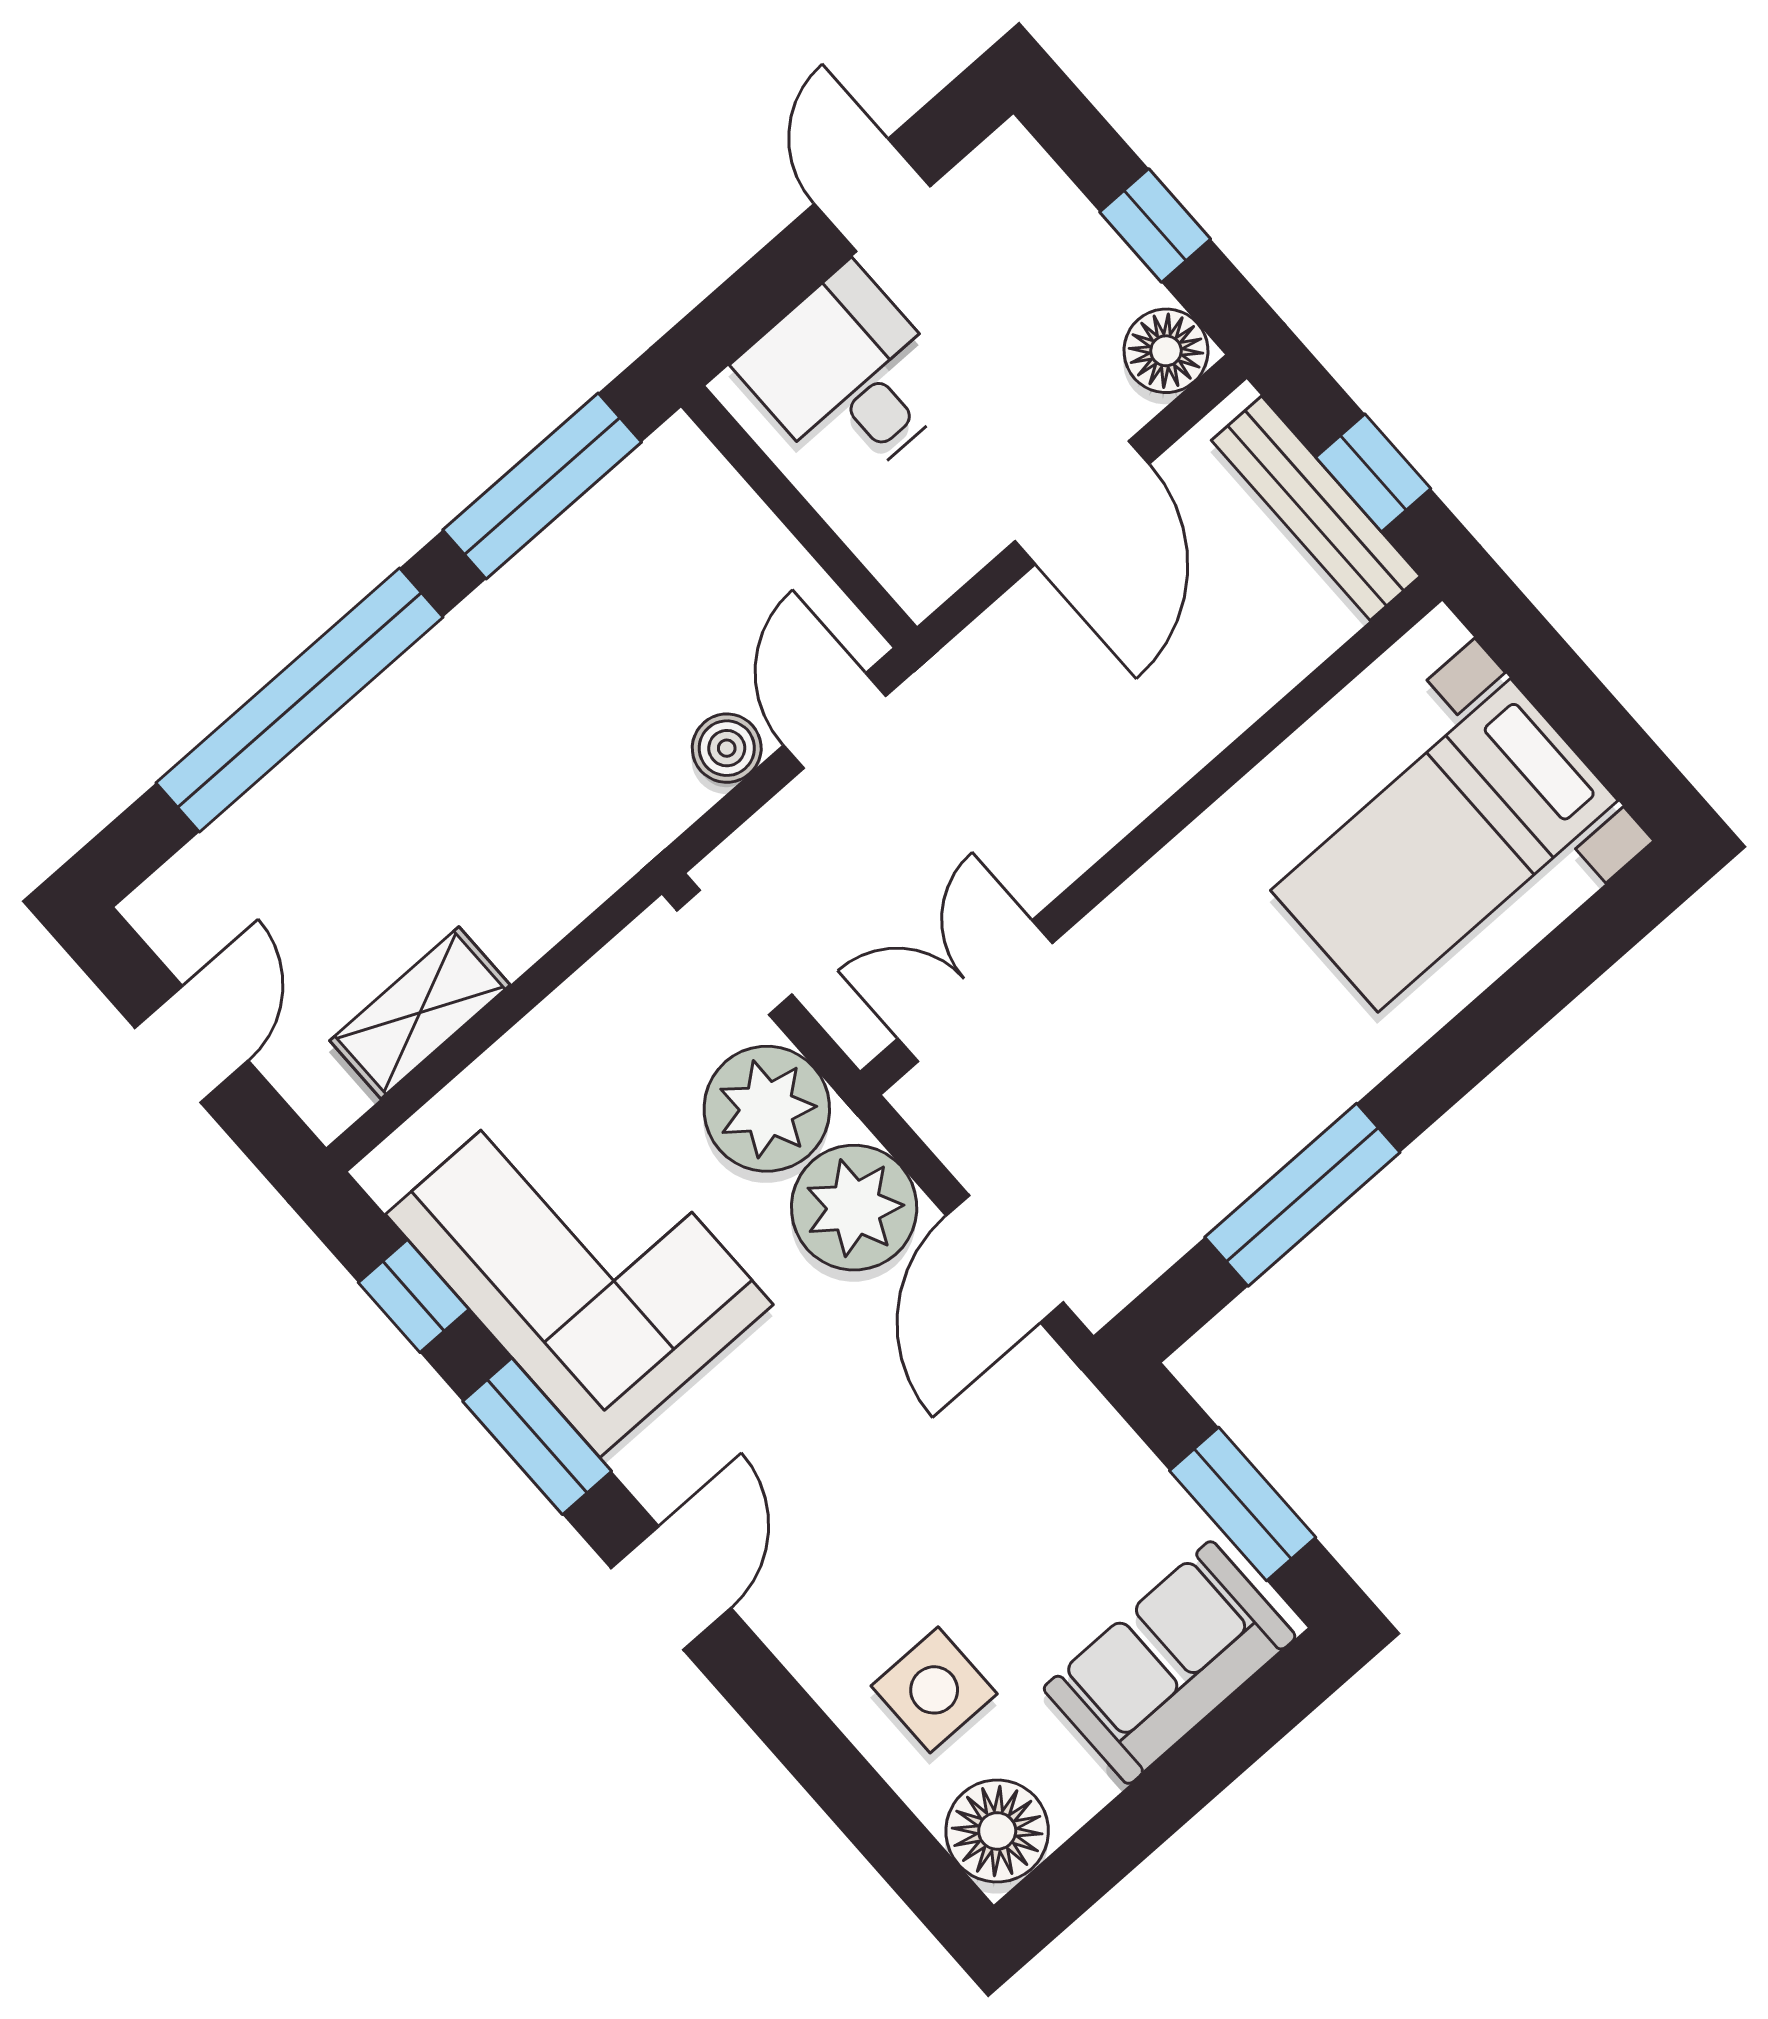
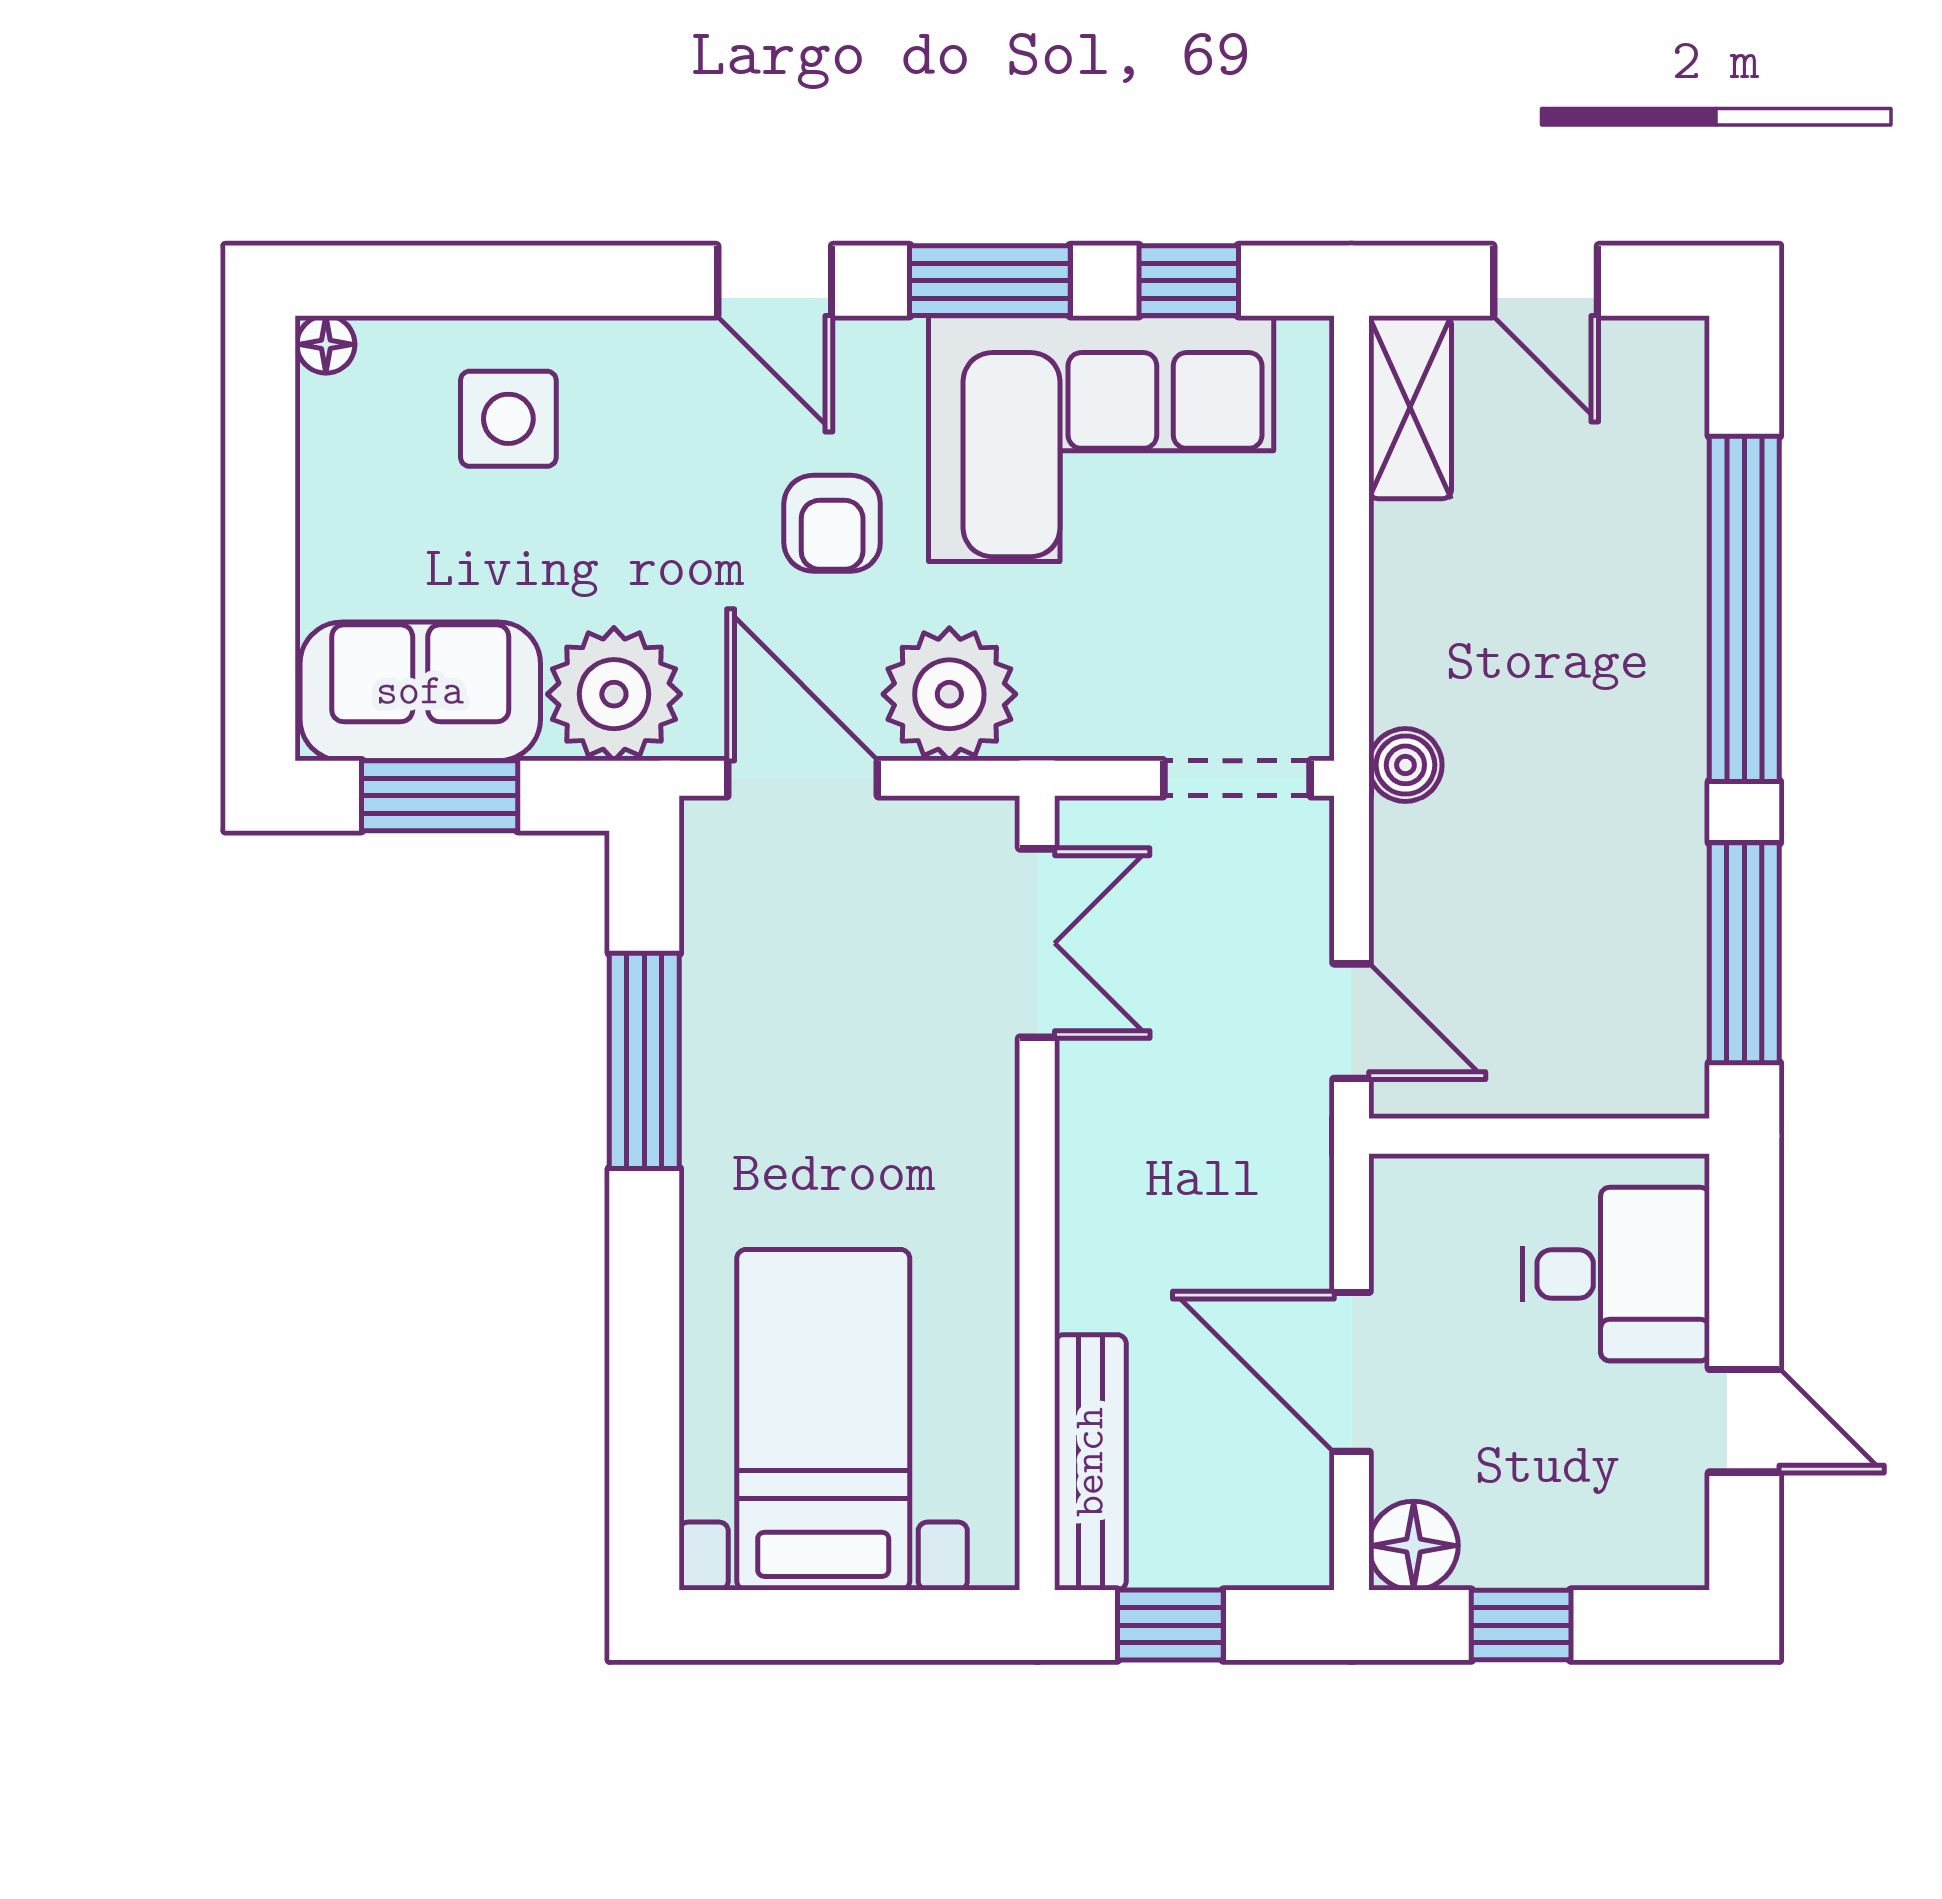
bench: (1316, 508) -> (1090, 1462), moved, turned 90
boiler: (727, 748) -> (1405, 765), moved
shelving: (420, 1013) -> (1410, 407), moved
plant: (767, 1109) -> (614, 694), moved
armchair: (806, 1397) -> (832, 523), added
sofa: (1170, 1663) -> (420, 691), moved, turned -90
floor lamp: (997, 1831) -> (326, 344), width x0.53, depth x0.53

